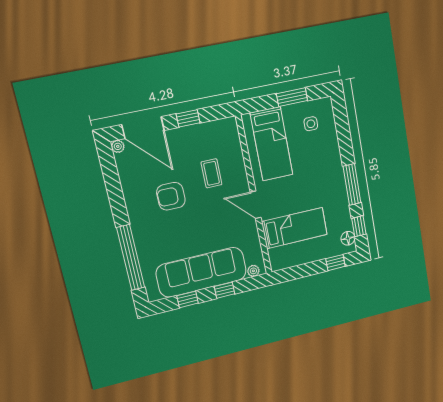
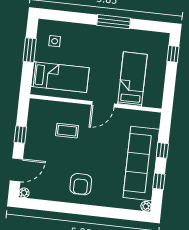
door: (143, 128) -> (16, 170), width x0.73
armchair: (171, 196) -> (81, 184), moved
window: (359, 226) -> (150, 26), removed
floor lamp: (348, 238) -> (156, 38), removed
window: (131, 258) -> (110, 213), removed
plant: (253, 271) -> (146, 206), moved

